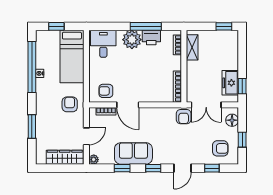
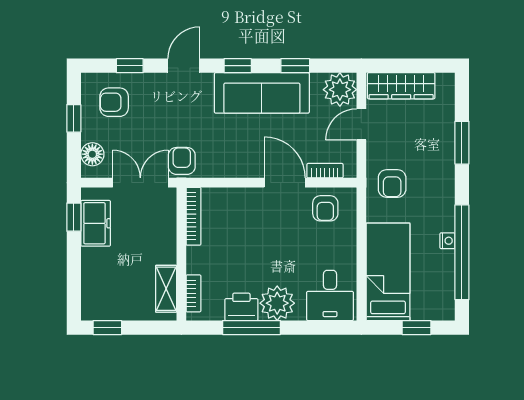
armchair: (106, 91) -> (325, 208), turned 90
sofa: (133, 153) -> (262, 93), width x1.36
plant: (94, 160) -> (340, 90), width x1.88, depth x1.88

